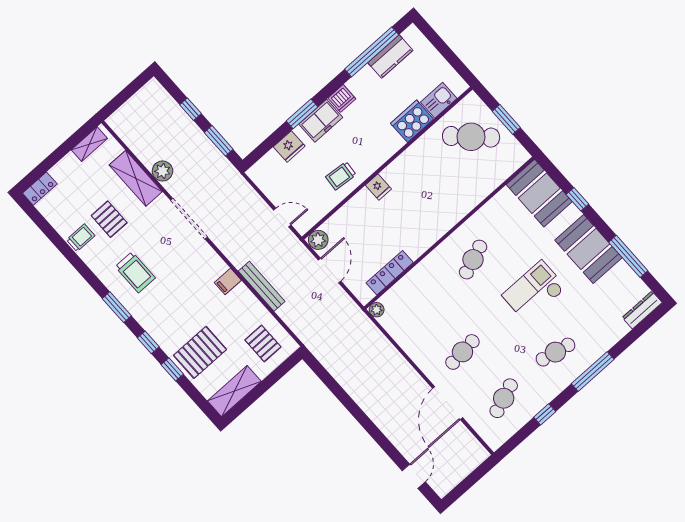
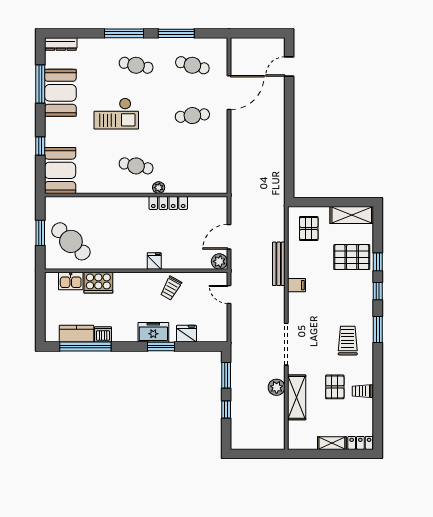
dishwasher: (342, 98) -> (103, 334), moved
shelving: (89, 144) -> (332, 443), moved
trolley: (341, 176) -> (171, 288), turned 114
booth: (588, 249) -> (60, 93), moved
cafe table: (473, 260) -> (136, 166), turned 33
locker: (390, 273) -> (168, 203), moved
plant: (377, 310) -> (159, 188), moved
cafe table: (504, 398) -> (192, 65), turned 36
window: (545, 414) -> (176, 33), width x2.17

